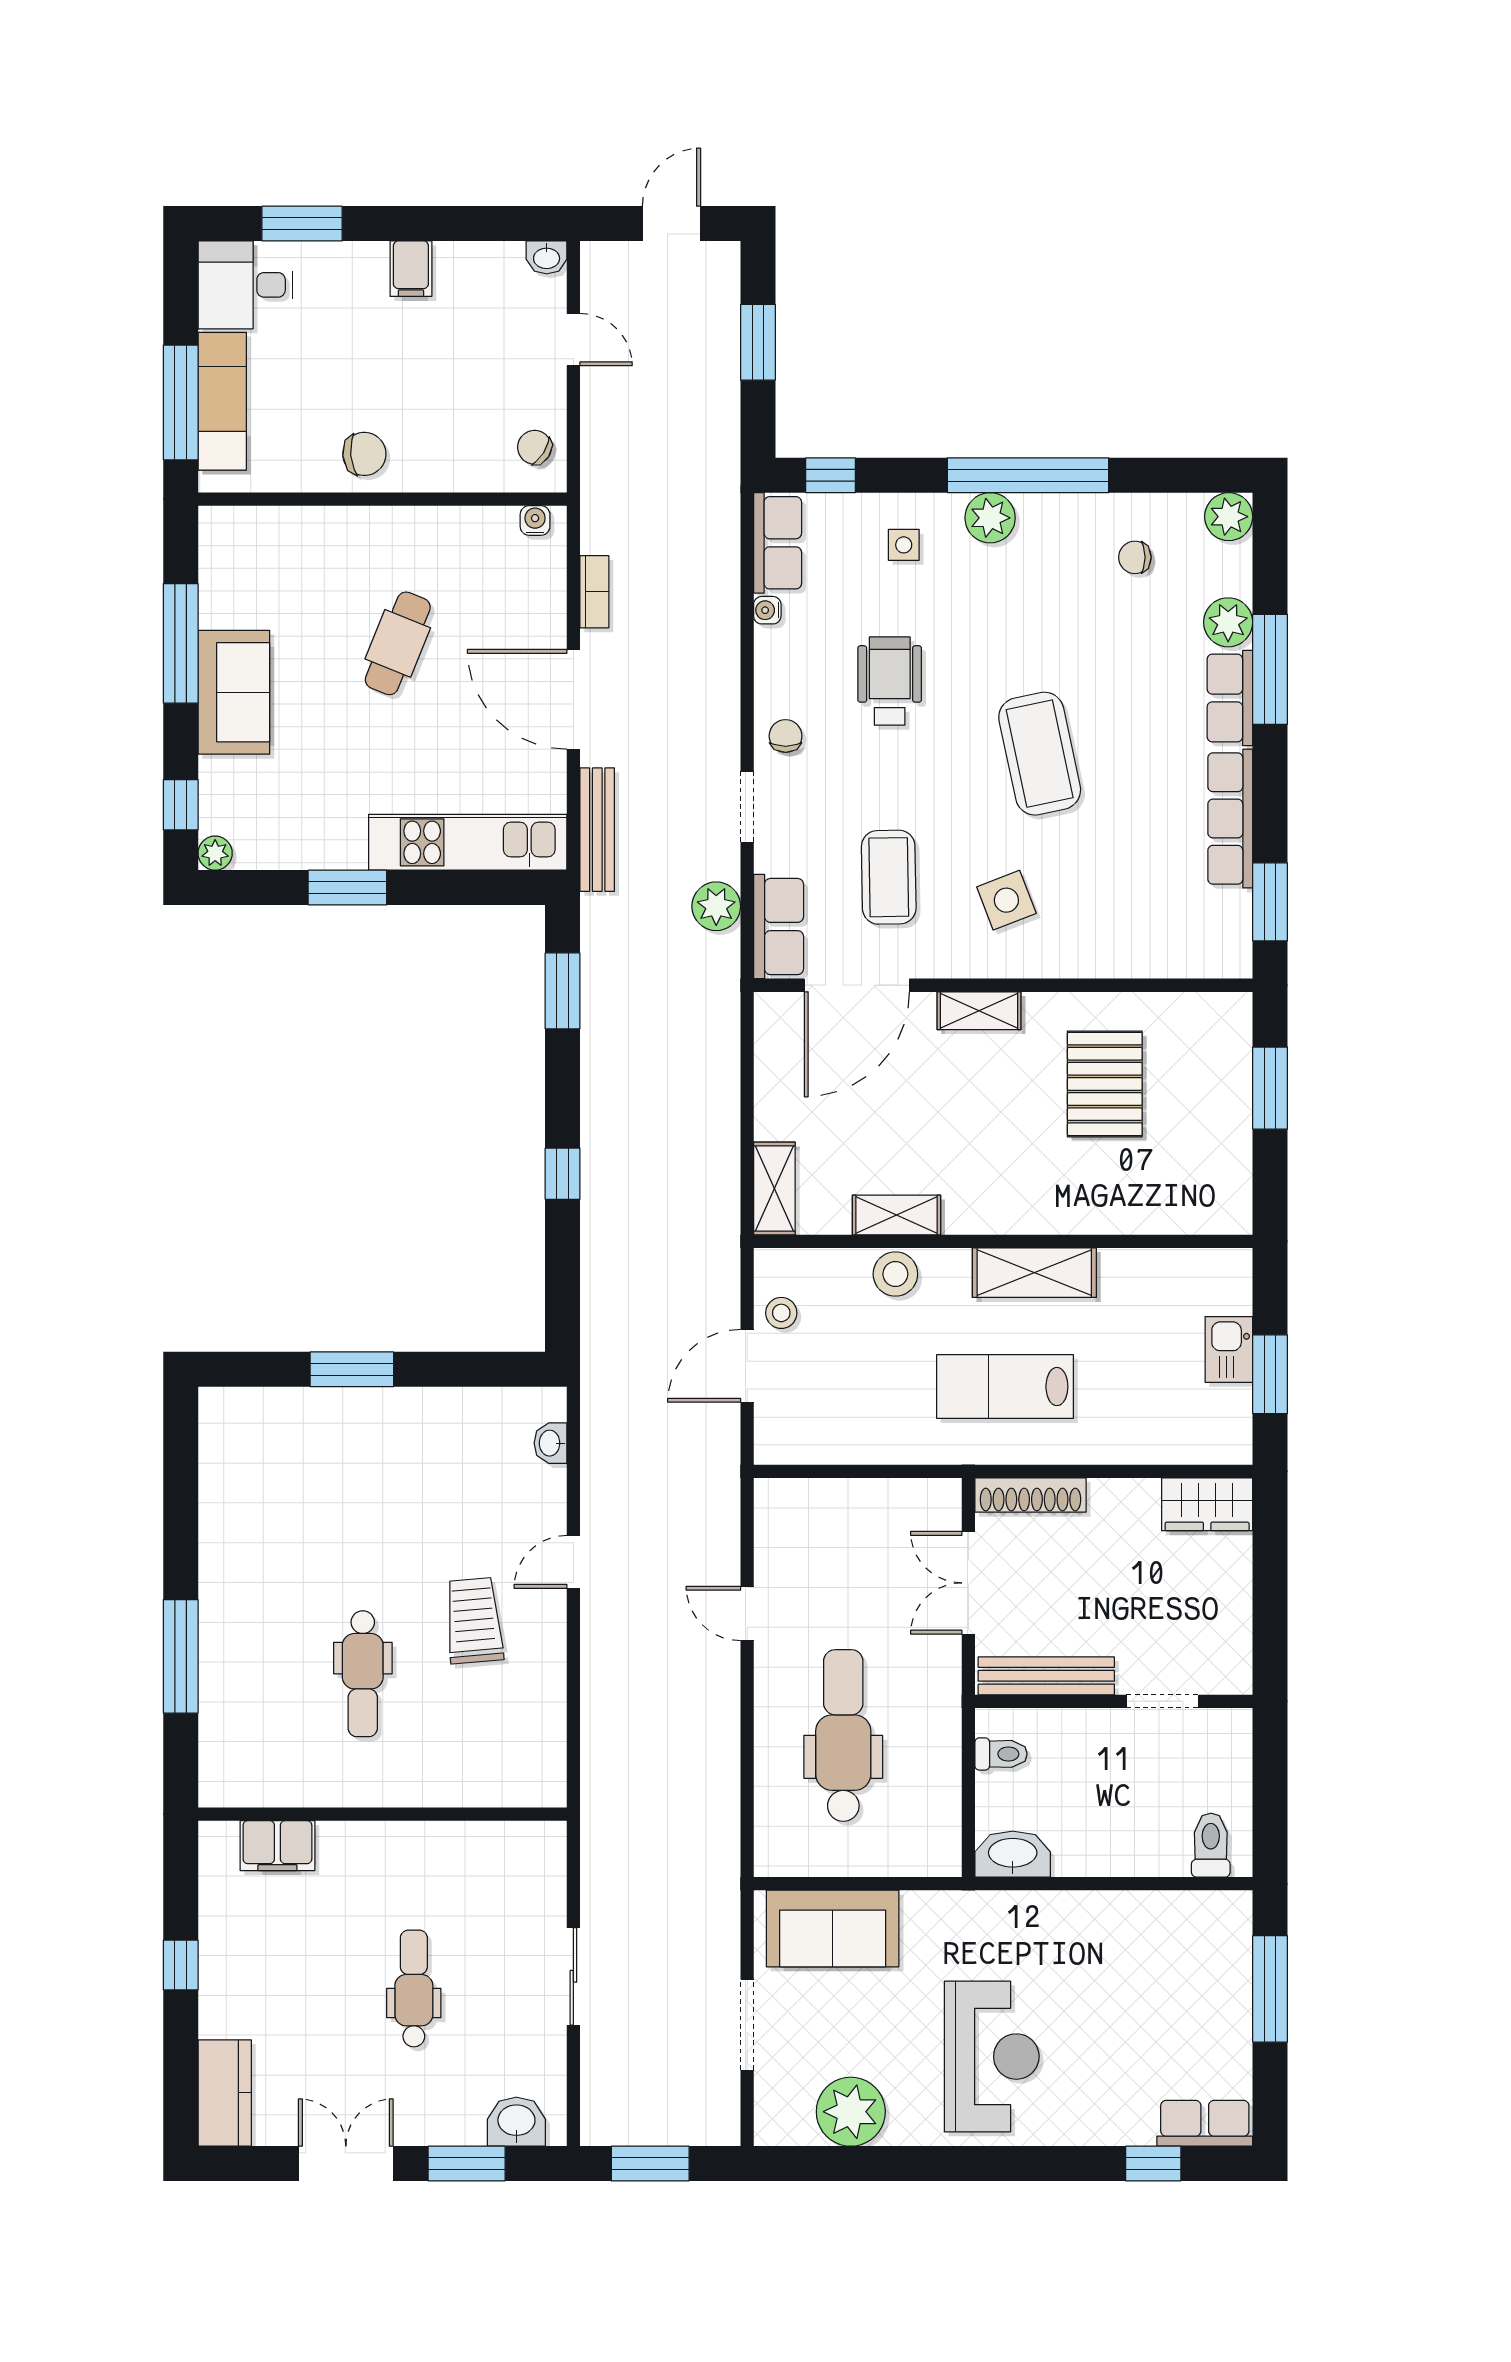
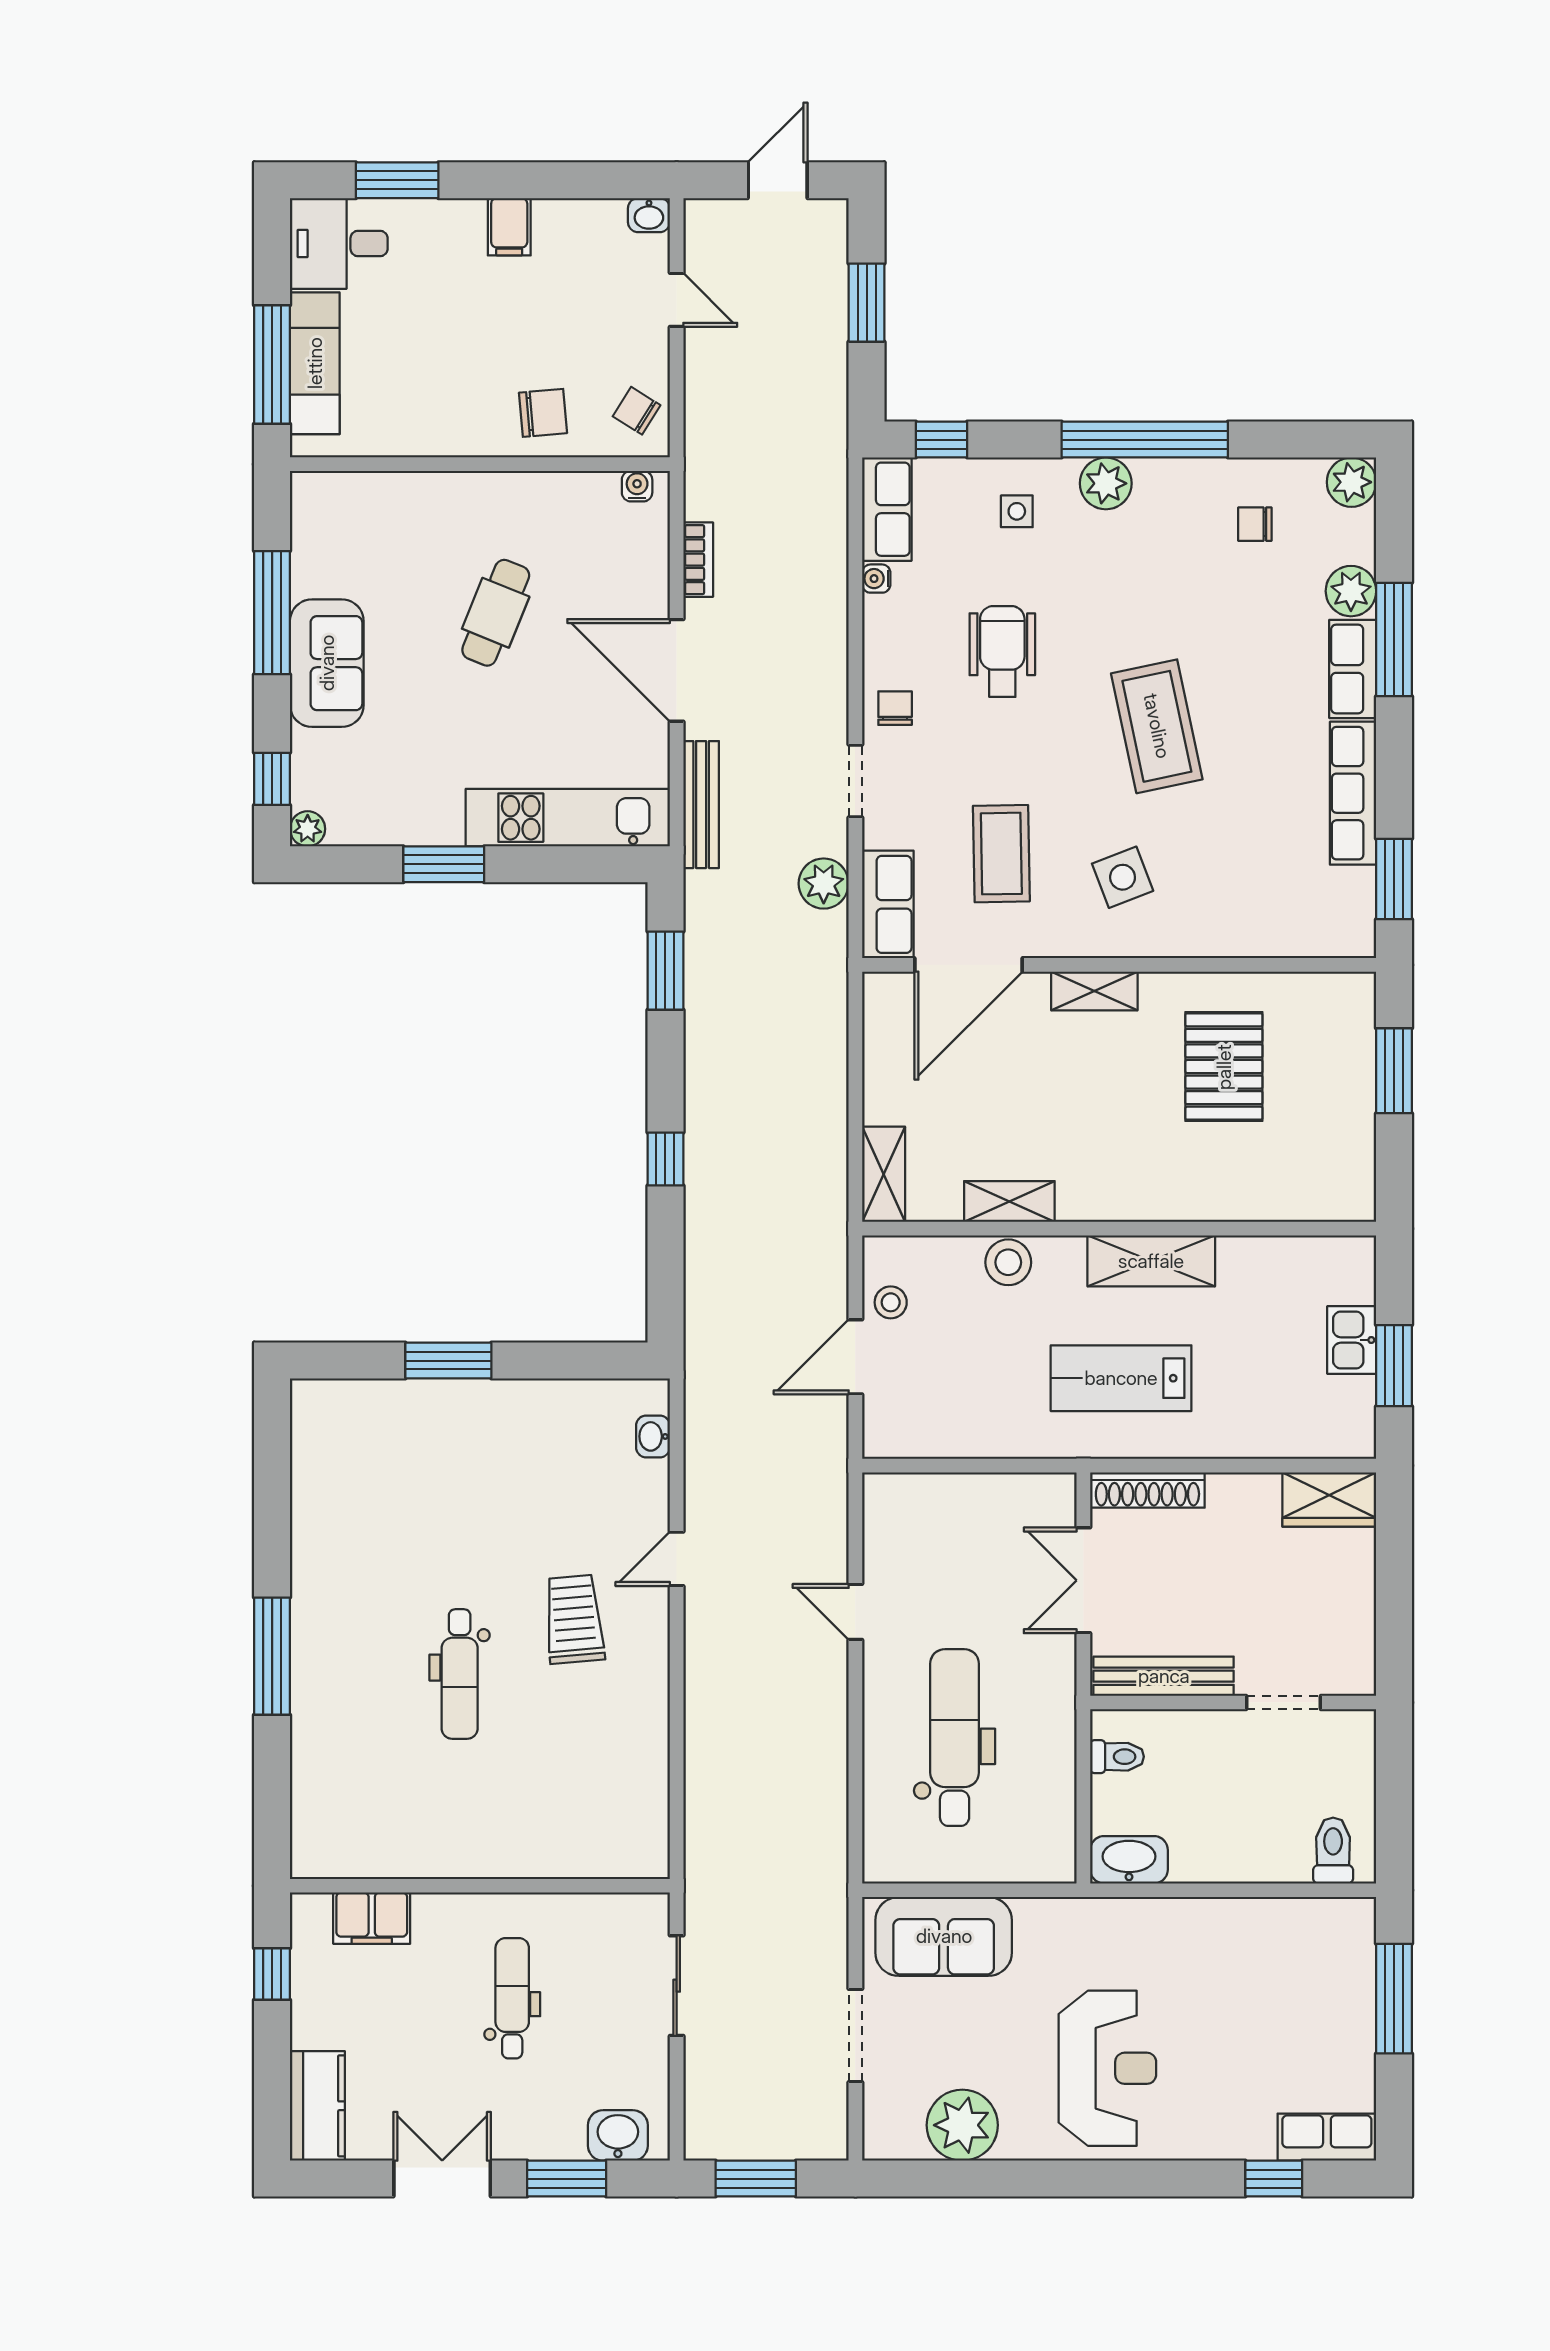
chair: (364, 454) -> (543, 413), moved
wall: (382, 1814) -> (480, 1886), moved
filing cabinet: (277, 1846) -> (372, 1918), moved

